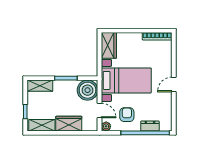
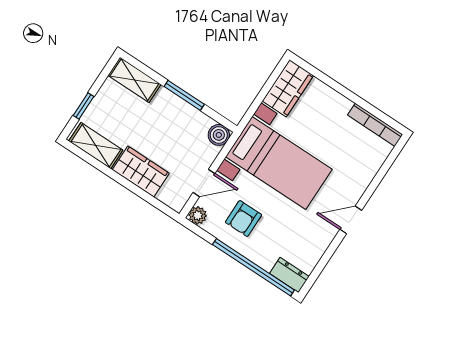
boiler: (87, 90) -> (219, 135), width x0.54, depth x0.54
door: (100, 110) -> (204, 183), hinge flipped
armchair: (127, 115) -> (244, 219), turned 180
dresser: (150, 126) -> (289, 275), moved

